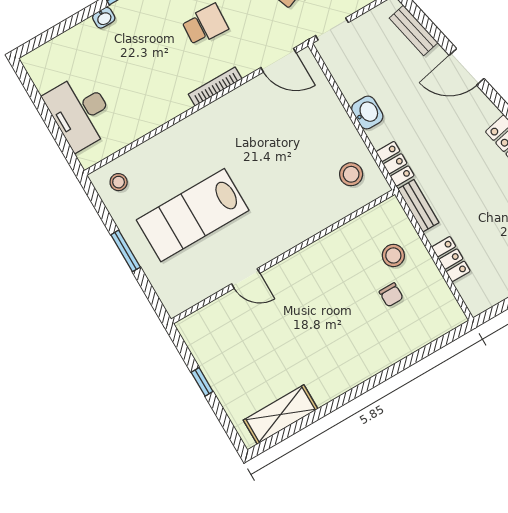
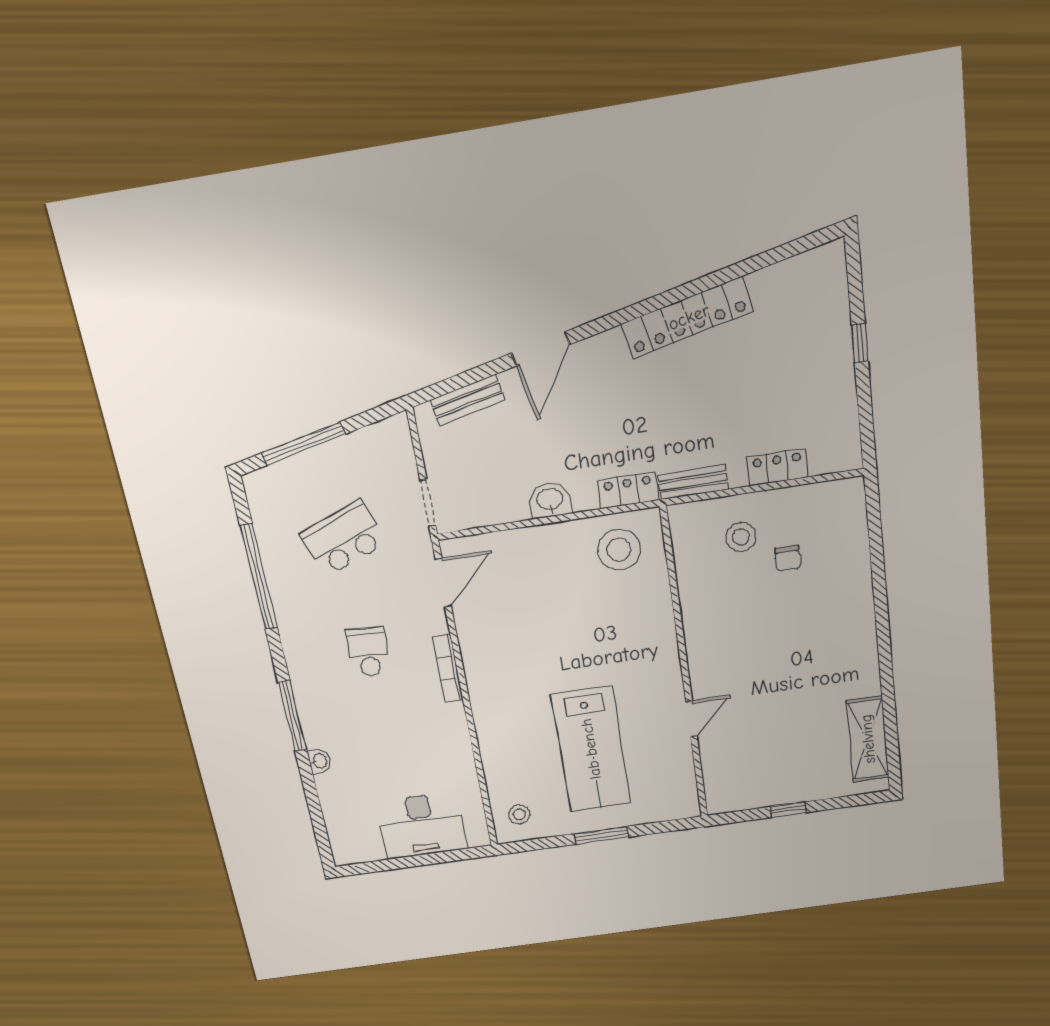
stool: (351, 174) -> (619, 549), width x1.38, depth x1.38
chair: (391, 295) -> (788, 558), turned 90

